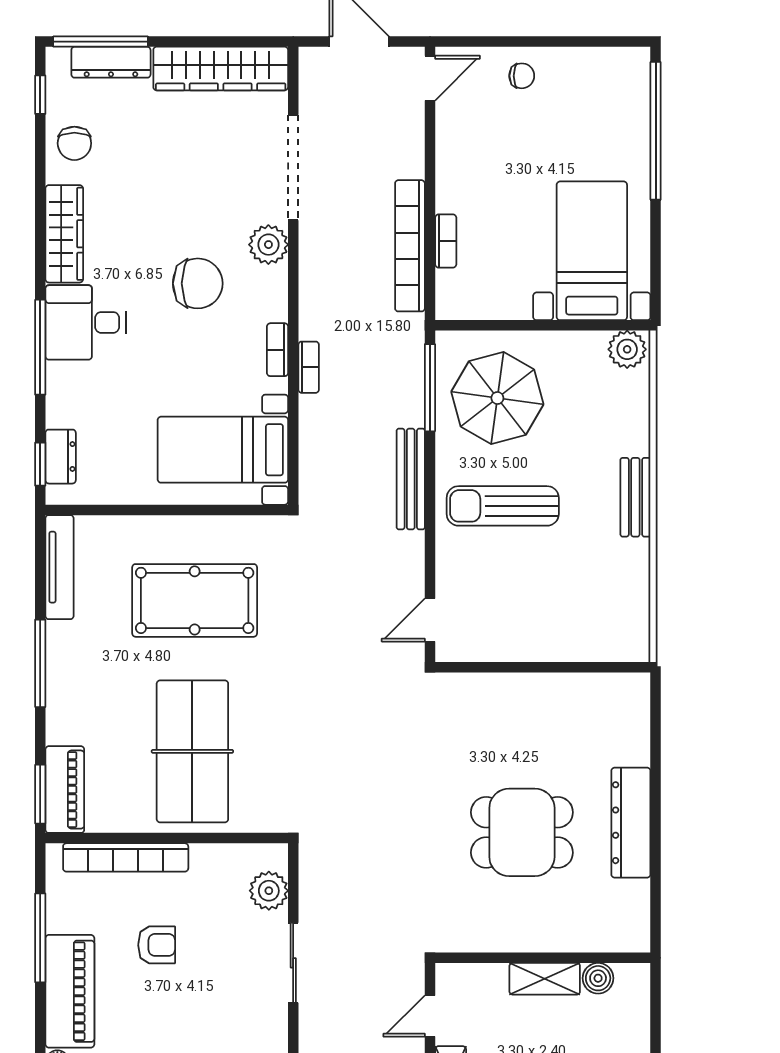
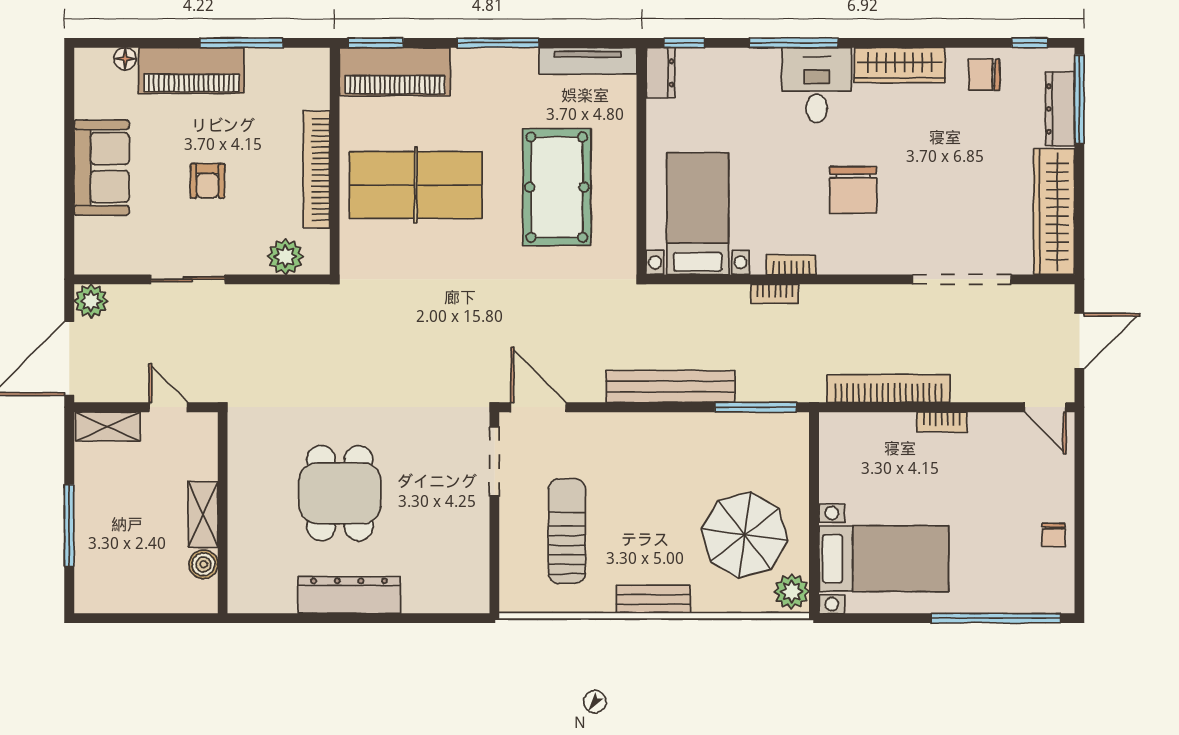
chair: (522, 76) -> (1053, 535), moved
bookcase: (446, 241) -> (942, 422), moved
plant: (268, 245) -> (890, 256), removed
parasol: (497, 398) -> (745, 535), moved
dresser: (61, 457) -> (660, 73), moved, turned -90
bench: (411, 479) -> (670, 386), width x1.37, depth x1.21
sun lounger: (503, 506) -> (567, 531), moved
door: (430, 620) -> (538, 407), width x1.38
doorway: (488, 667) -> (494, 462), added
piano: (65, 790) -> (395, 72), width x1.37, depth x1.33
bookcase: (126, 857) -> (316, 169), moved
armchair: (157, 945) -> (208, 181), moved
sliding door: (293, 963) -> (188, 279), moved

